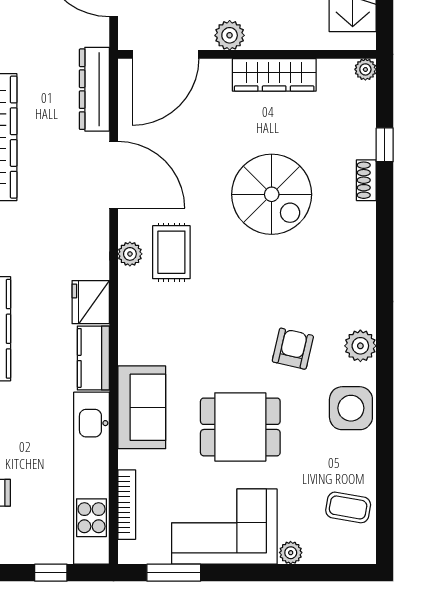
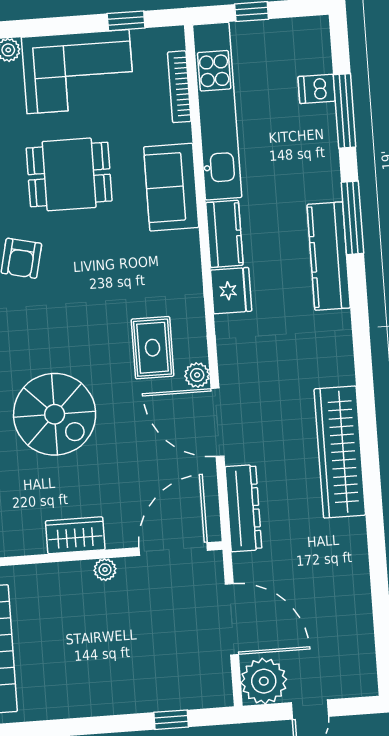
plant: (230, 35) -> (105, 570), width x0.73, depth x0.73
wardrobe: (274, 75) -> (75, 535), width x0.67
spiral stairs: (272, 194) -> (55, 414), turned 180
plant: (130, 254) -> (197, 375), moved
window: (174, 573) -> (126, 21), width x0.67

